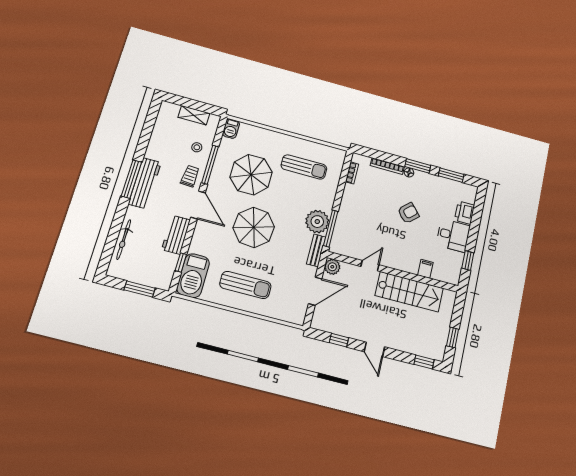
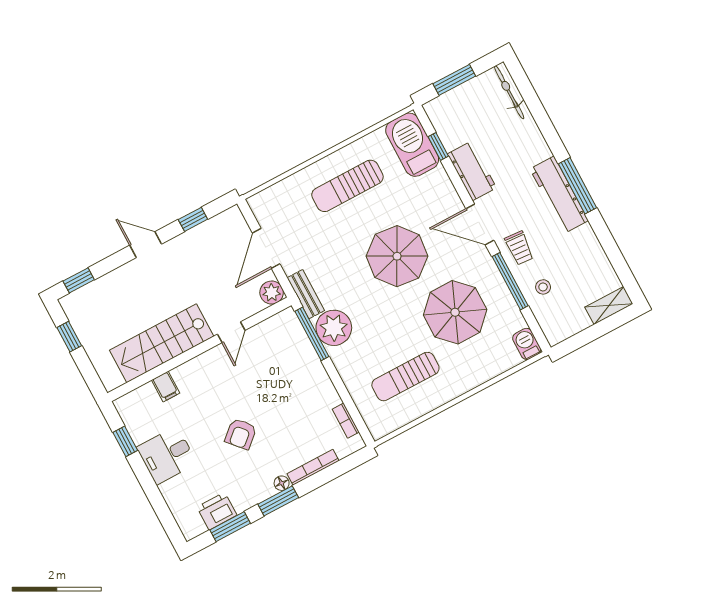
shelving: (194, 115) -> (609, 306), moved
printer: (464, 213) -> (217, 511), moved, turned -90
bicycle: (124, 240) -> (509, 92), moved

